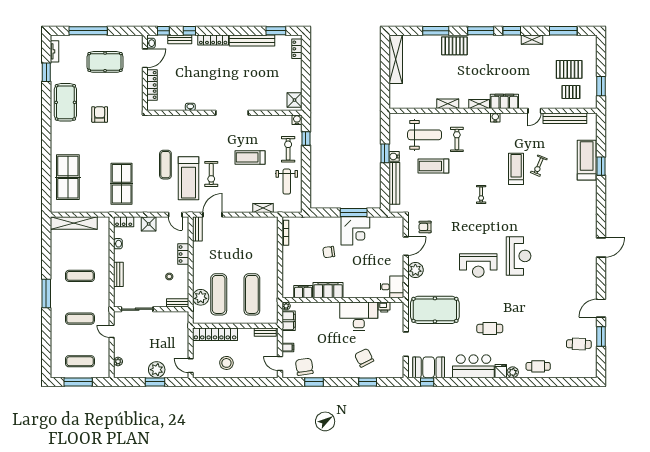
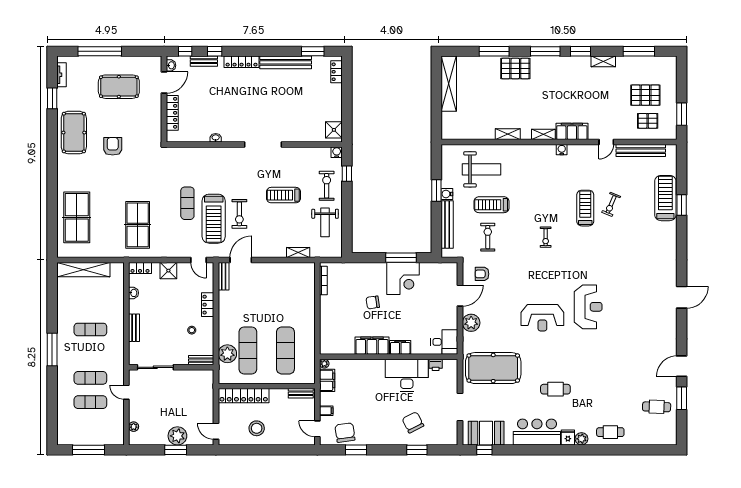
exercise bike: (457, 139) -> (488, 237), moved
filing cabinet: (303, 292) -> (400, 347), moved
exercise mat: (80, 361) -> (90, 402), moved

